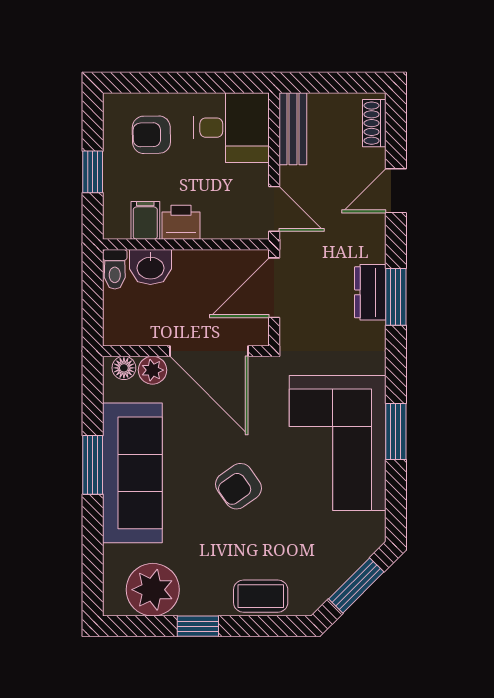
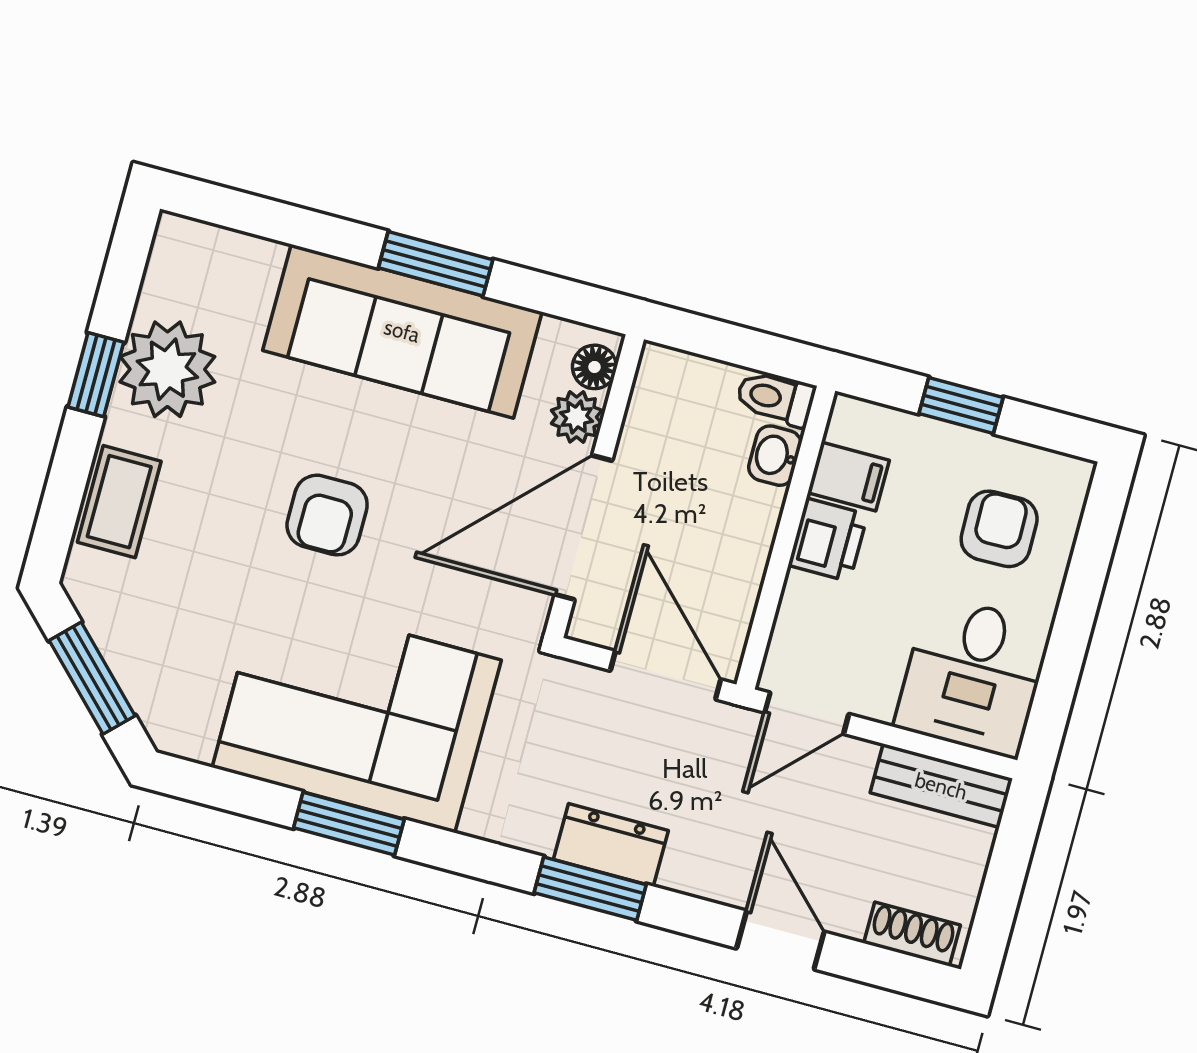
washbasin: (150, 267) -> (775, 456), width x0.72, depth x0.69
armchair: (238, 486) -> (327, 515), turned -145
plant: (153, 590) -> (167, 369), moved

